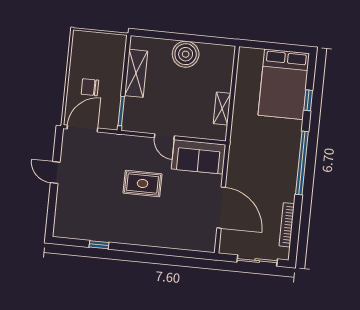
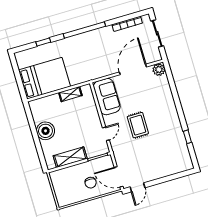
bed: (284, 84) -> (44, 78), moved
door: (164, 137) -> (106, 134), moved
door: (55, 172) -> (137, 187), moved
plant: (207, 243) -> (159, 70), added

